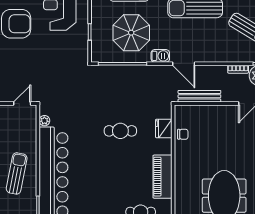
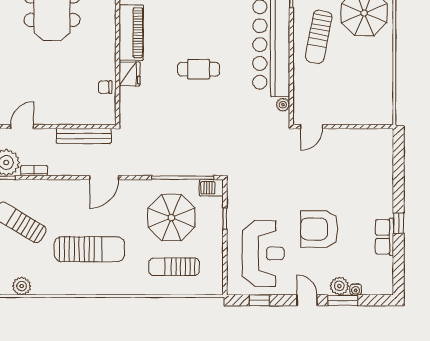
barbecue: (160, 56) -> (211, 188), moved
door: (184, 64) -> (104, 178), swing flipped
fridge: (164, 128) -> (130, 74), moved
cafe table: (120, 131) -> (199, 69), moved

